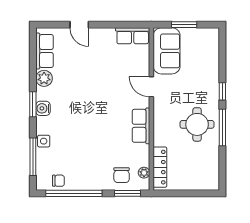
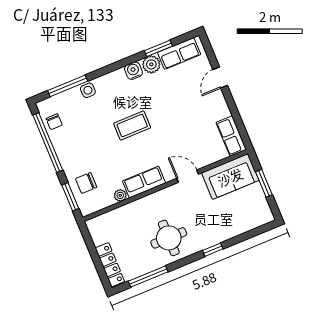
door: (151, 87) -> (188, 176), hinge flipped
window: (33, 104) -> (158, 48), moved
water cooler: (43, 108) -> (133, 71), moved
coffee table: (89, 116) -> (132, 126), added
window: (222, 127) -> (148, 276), moved
locker: (160, 167) -> (110, 265), moved, turned -90
plant: (144, 173) -> (120, 195), moved

